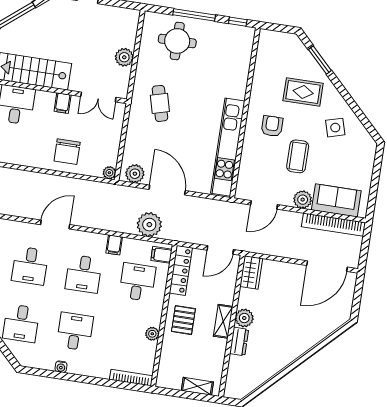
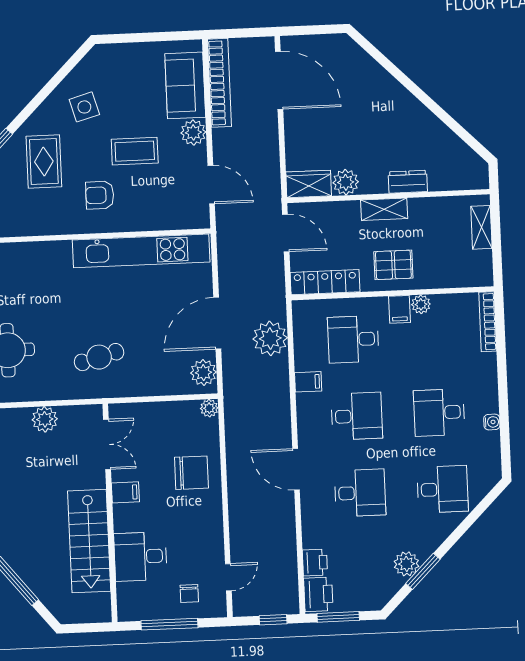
filing cabinet: (161, 255) -> (400, 309), moved
plant: (244, 318) -> (346, 182), moved

